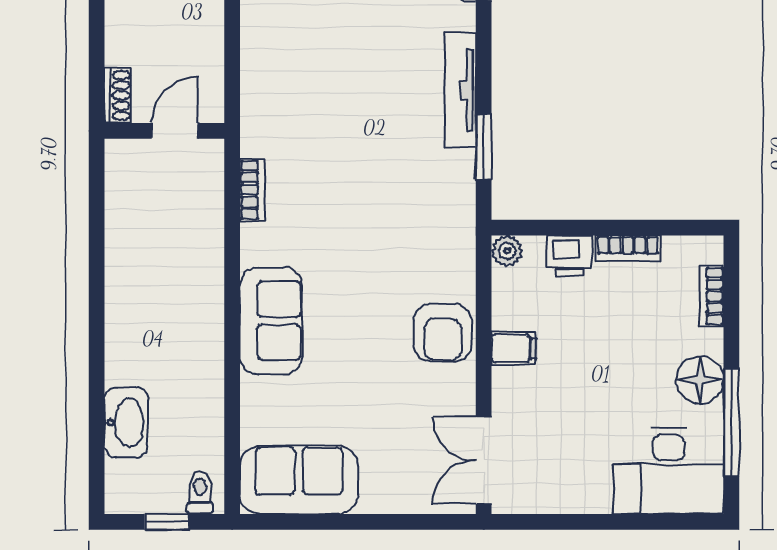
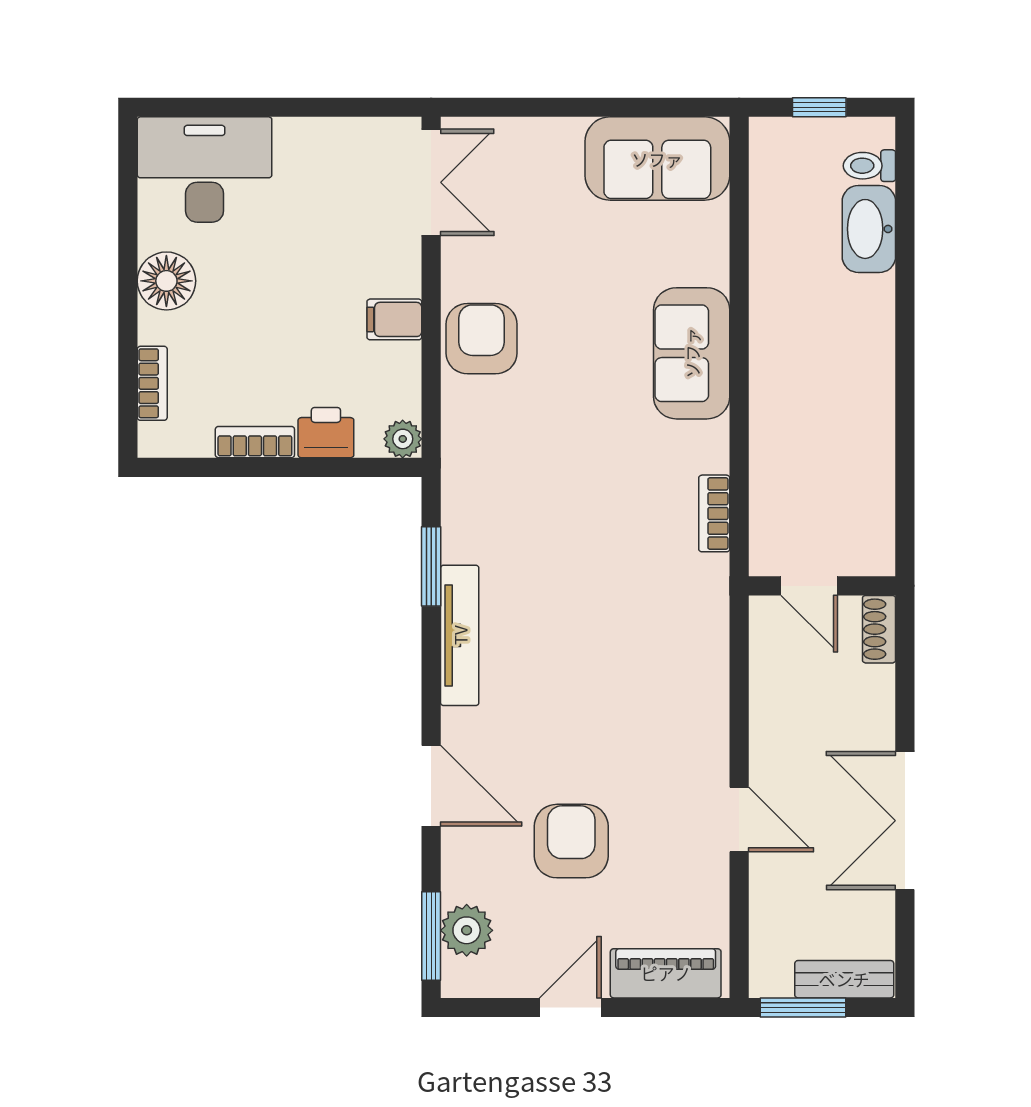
door: (175, 131) -> (809, 586), hinge flipped
window: (731, 422) -> (128, 229), removed
toilet: (200, 493) -> (869, 166), moved, turned 90

